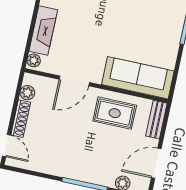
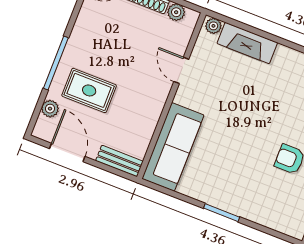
door: (74, 81) -> (181, 70), width x0.73
rug: (115, 113) -> (89, 90), moved, turned 90

